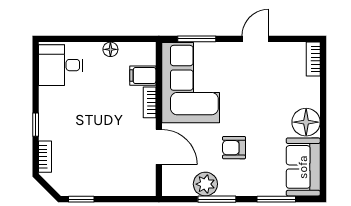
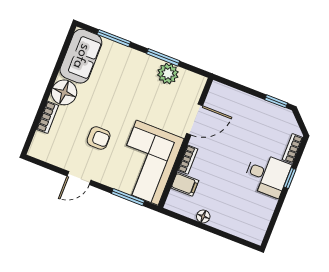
bookcase: (313, 59) -> (48, 117), moved
desk: (61, 65) -> (267, 175), moved
door: (159, 147) -> (195, 120), swing flipped
armchair: (234, 148) -> (99, 138), moved

